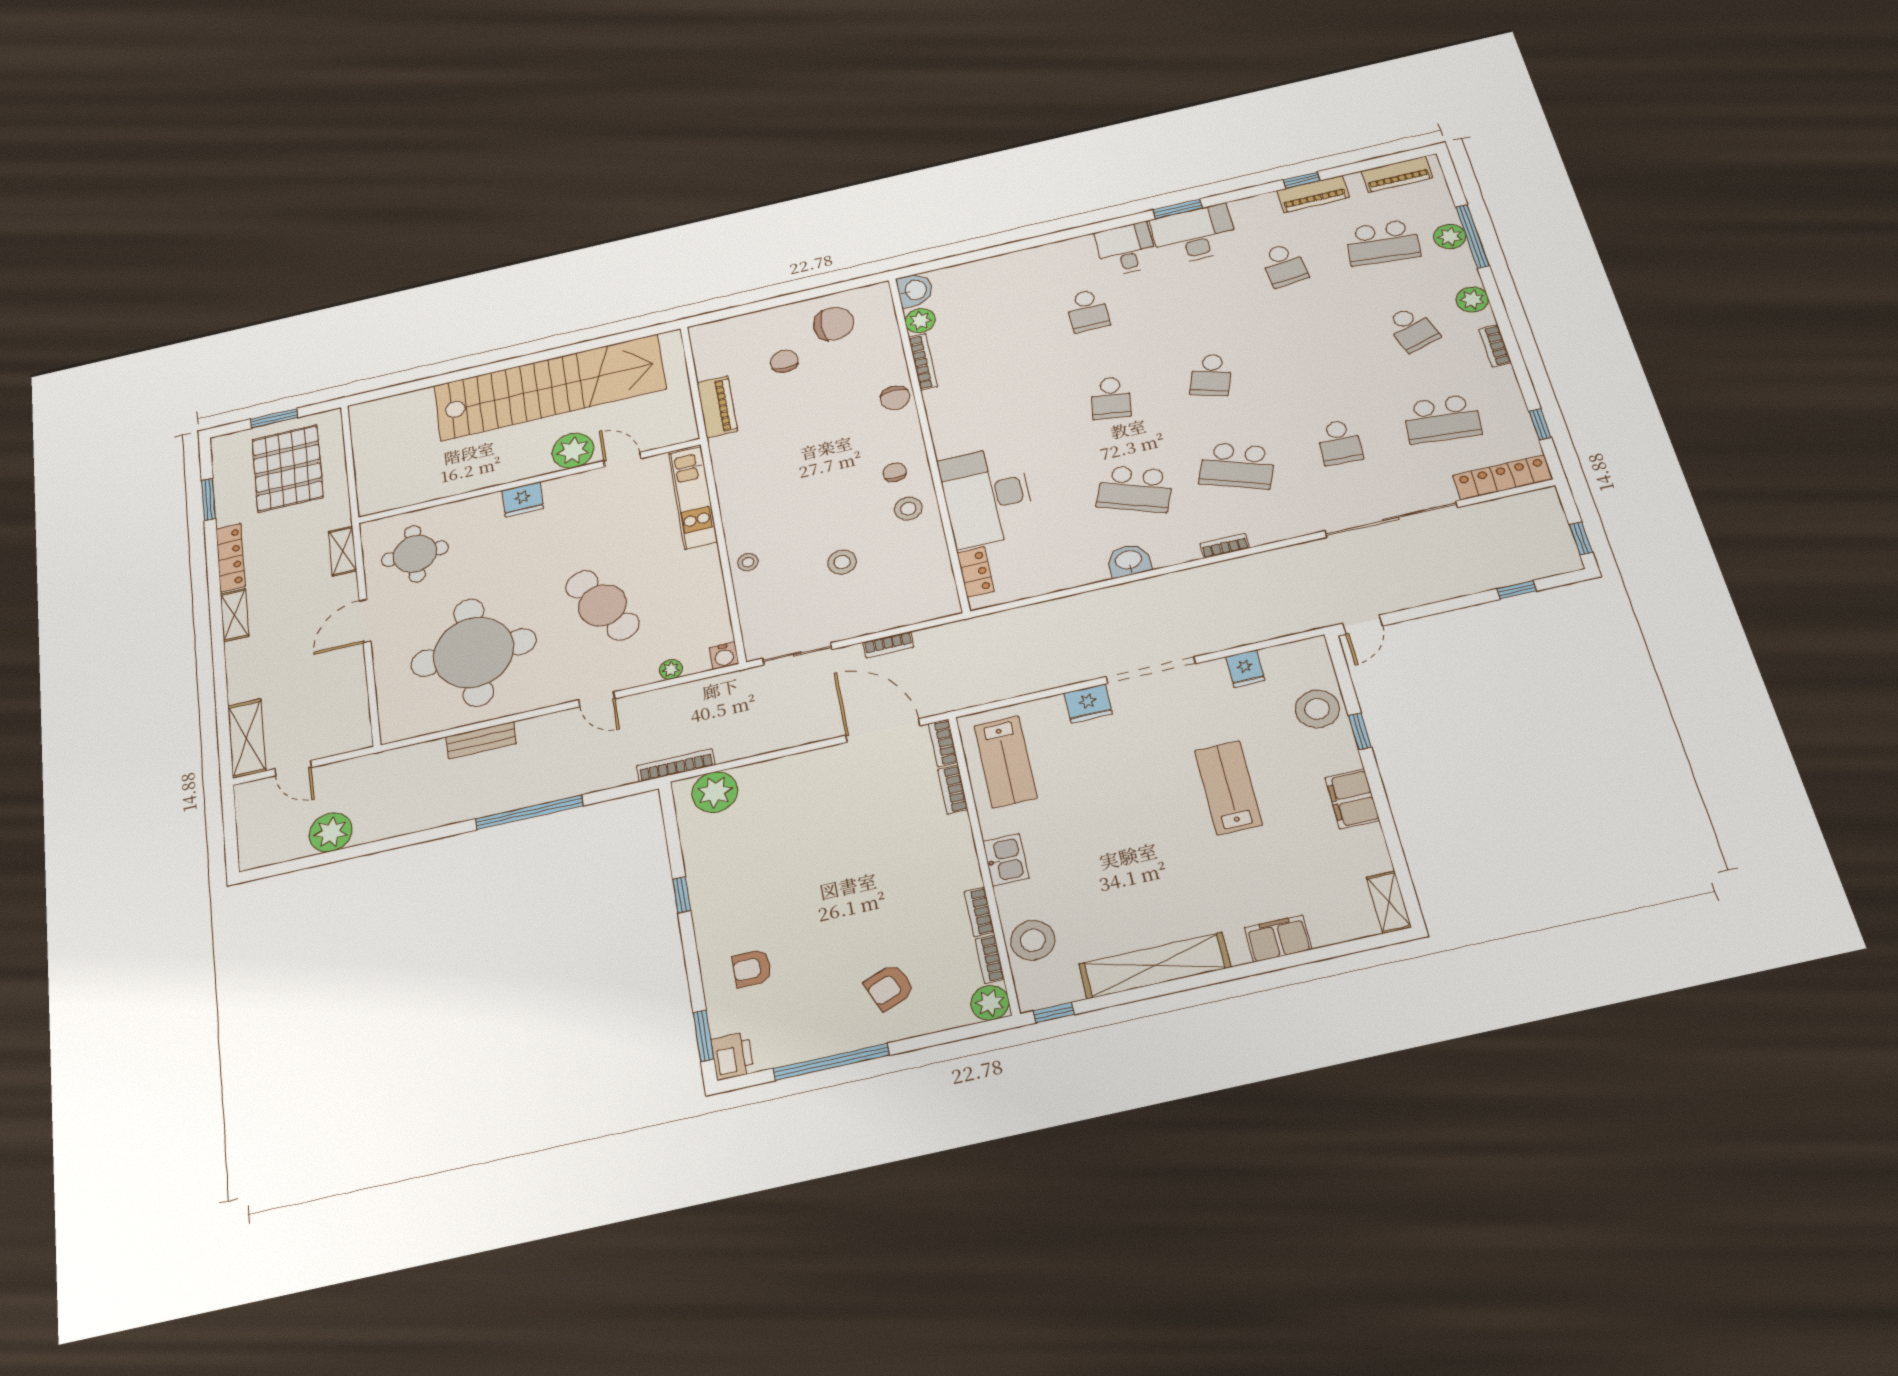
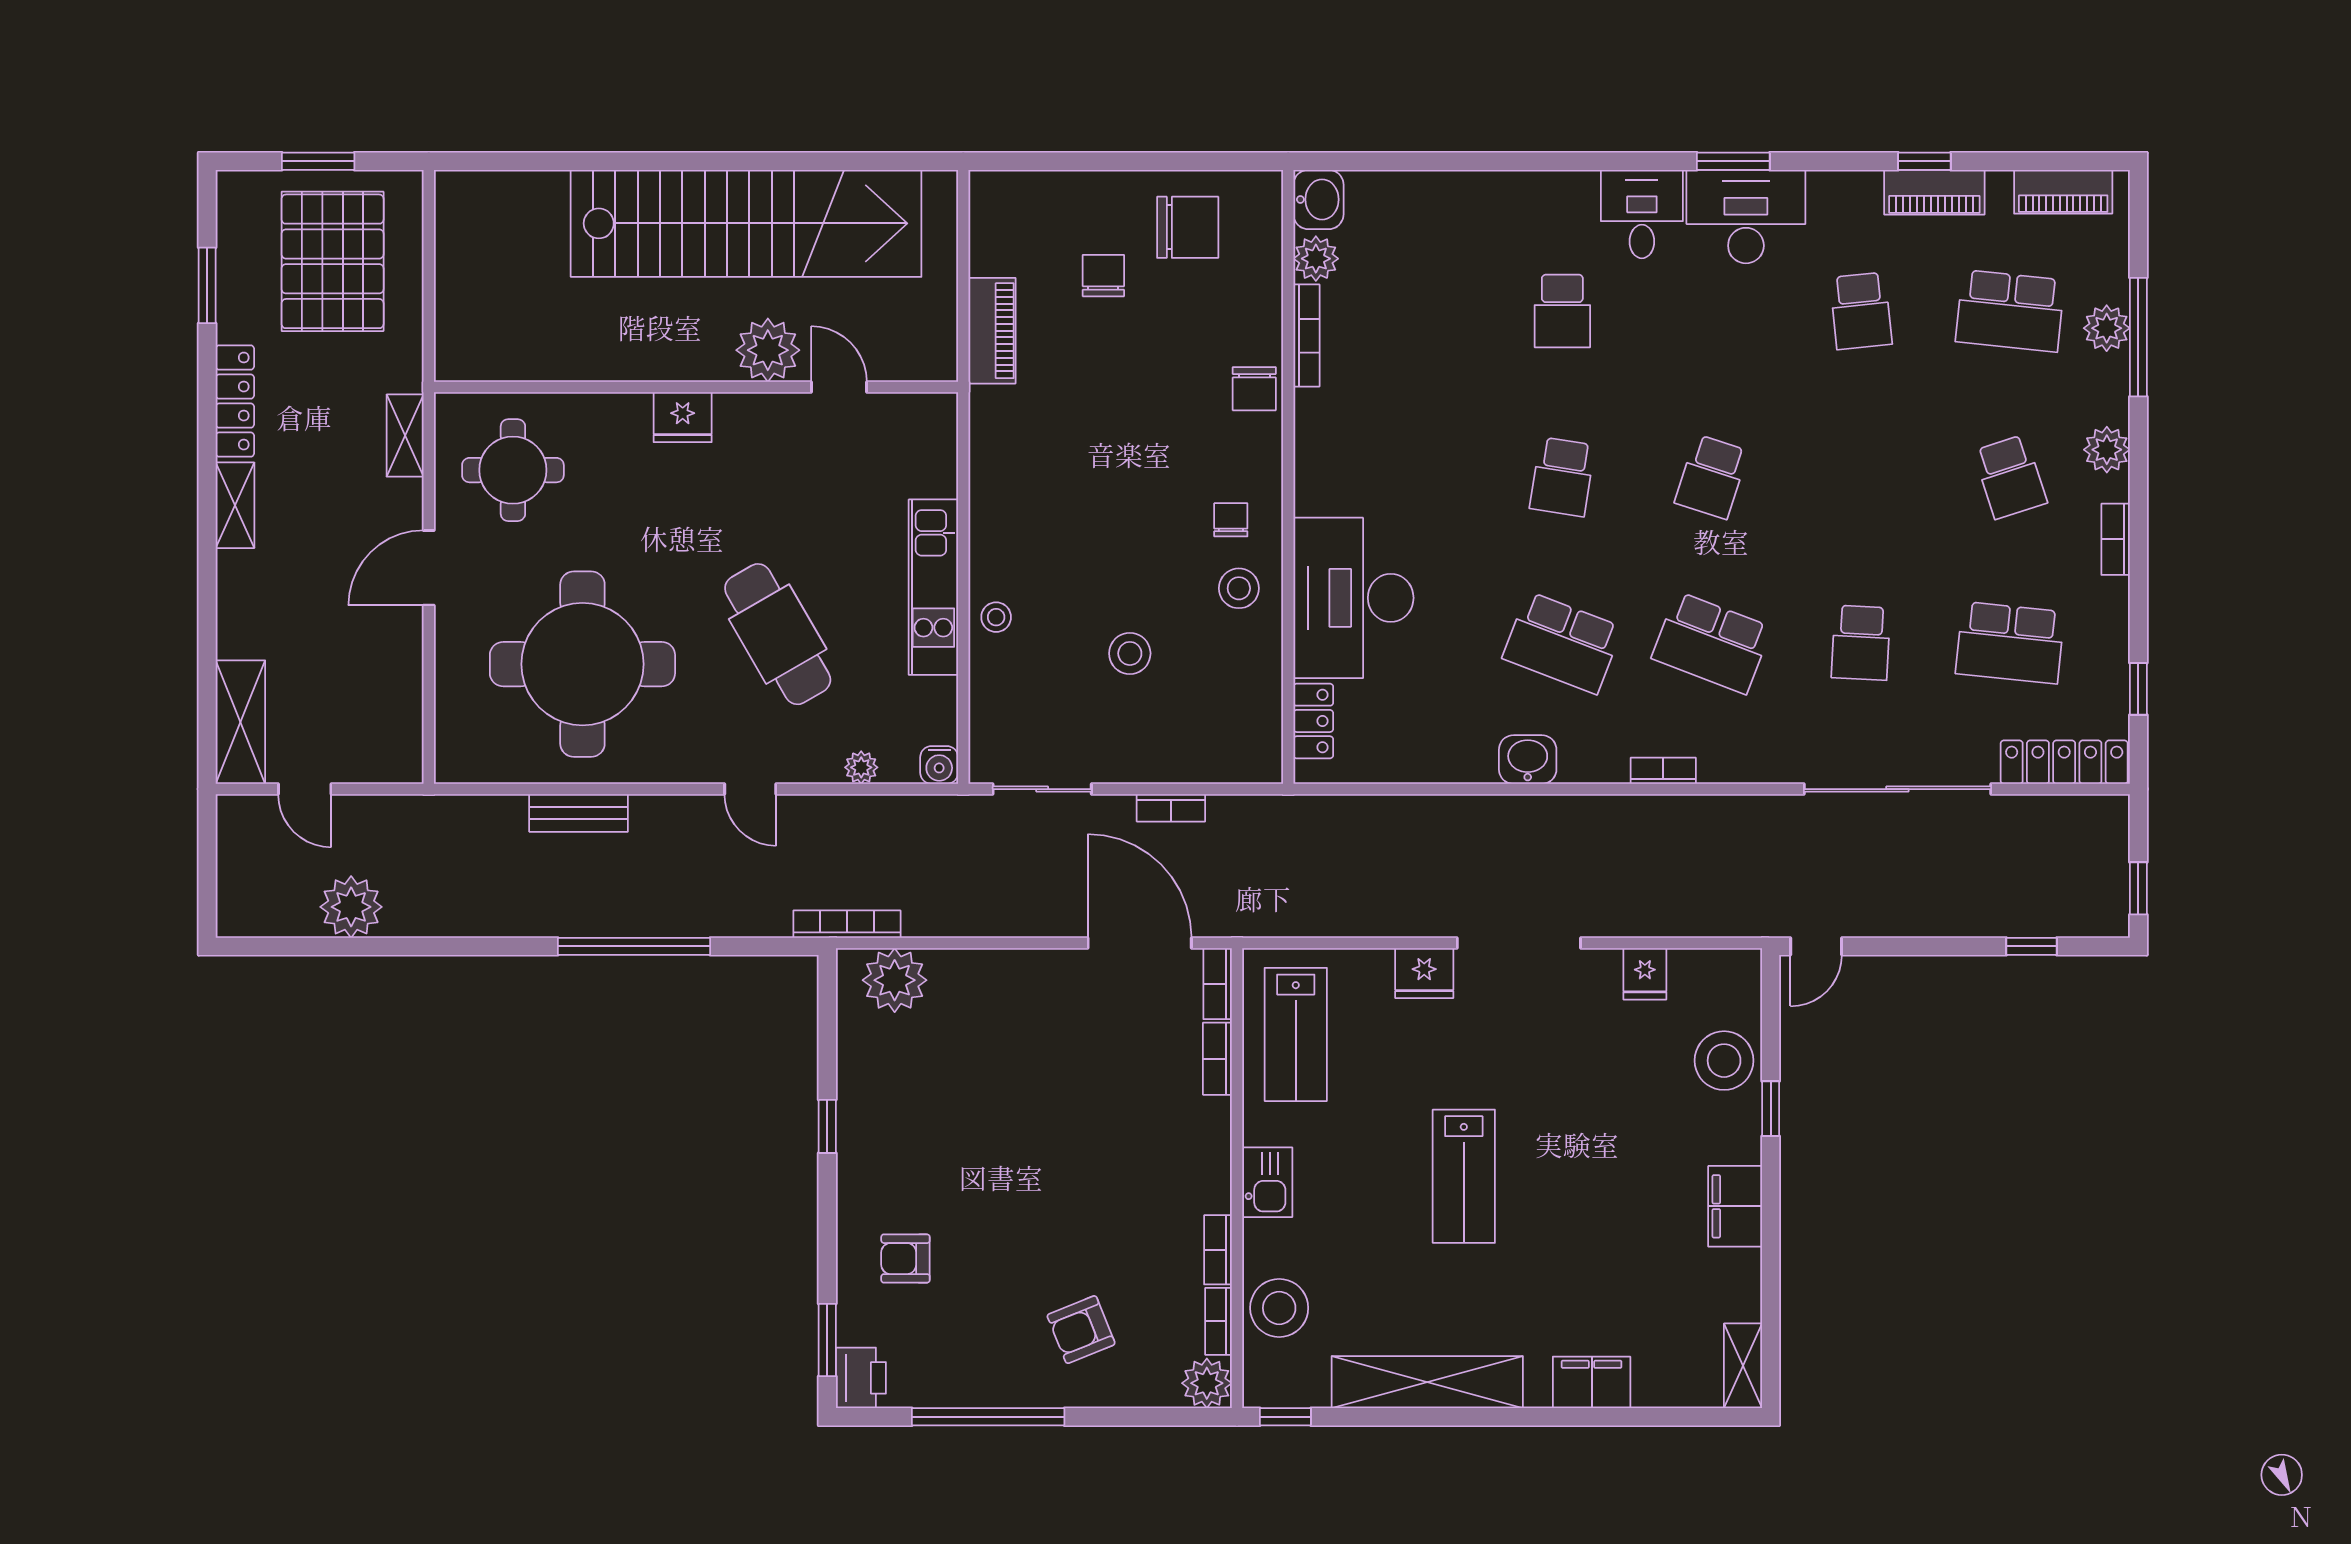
kitchen unit: (693, 498) -> (933, 587), moved
lab bench: (1228, 788) -> (1464, 1176), moved, turned 180

